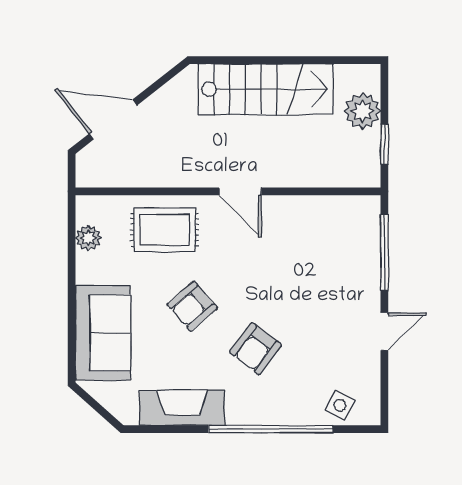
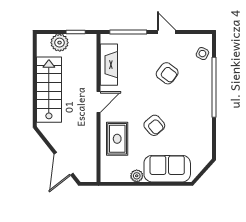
plant: (88, 238) -> (137, 176), moved
armchair: (256, 349) -> (167, 73), moved
fireplace: (182, 408) -> (109, 65), moved, turned 180

